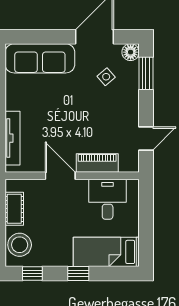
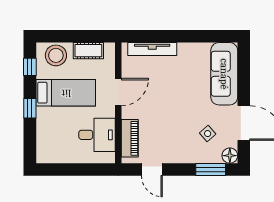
piano: (97, 163) -> (130, 138), moved
bed: (106, 252) -> (66, 93), moved, turned 90

